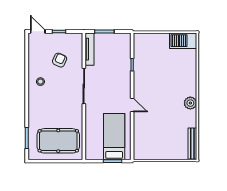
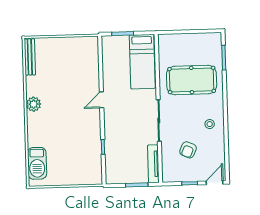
door: (38, 31) -> (215, 183), swing flipped
barbecue: (183, 41) -> (37, 163), moved, turned 90
door: (132, 105) -> (102, 100), hinge flipped
bed: (114, 137) -> (142, 62), moved
pool table: (58, 141) -> (192, 80), moved

